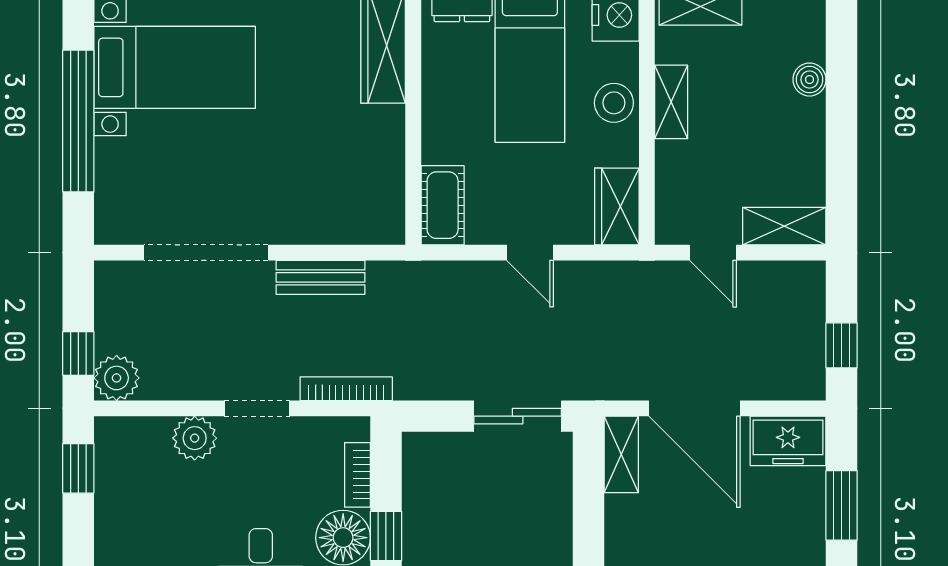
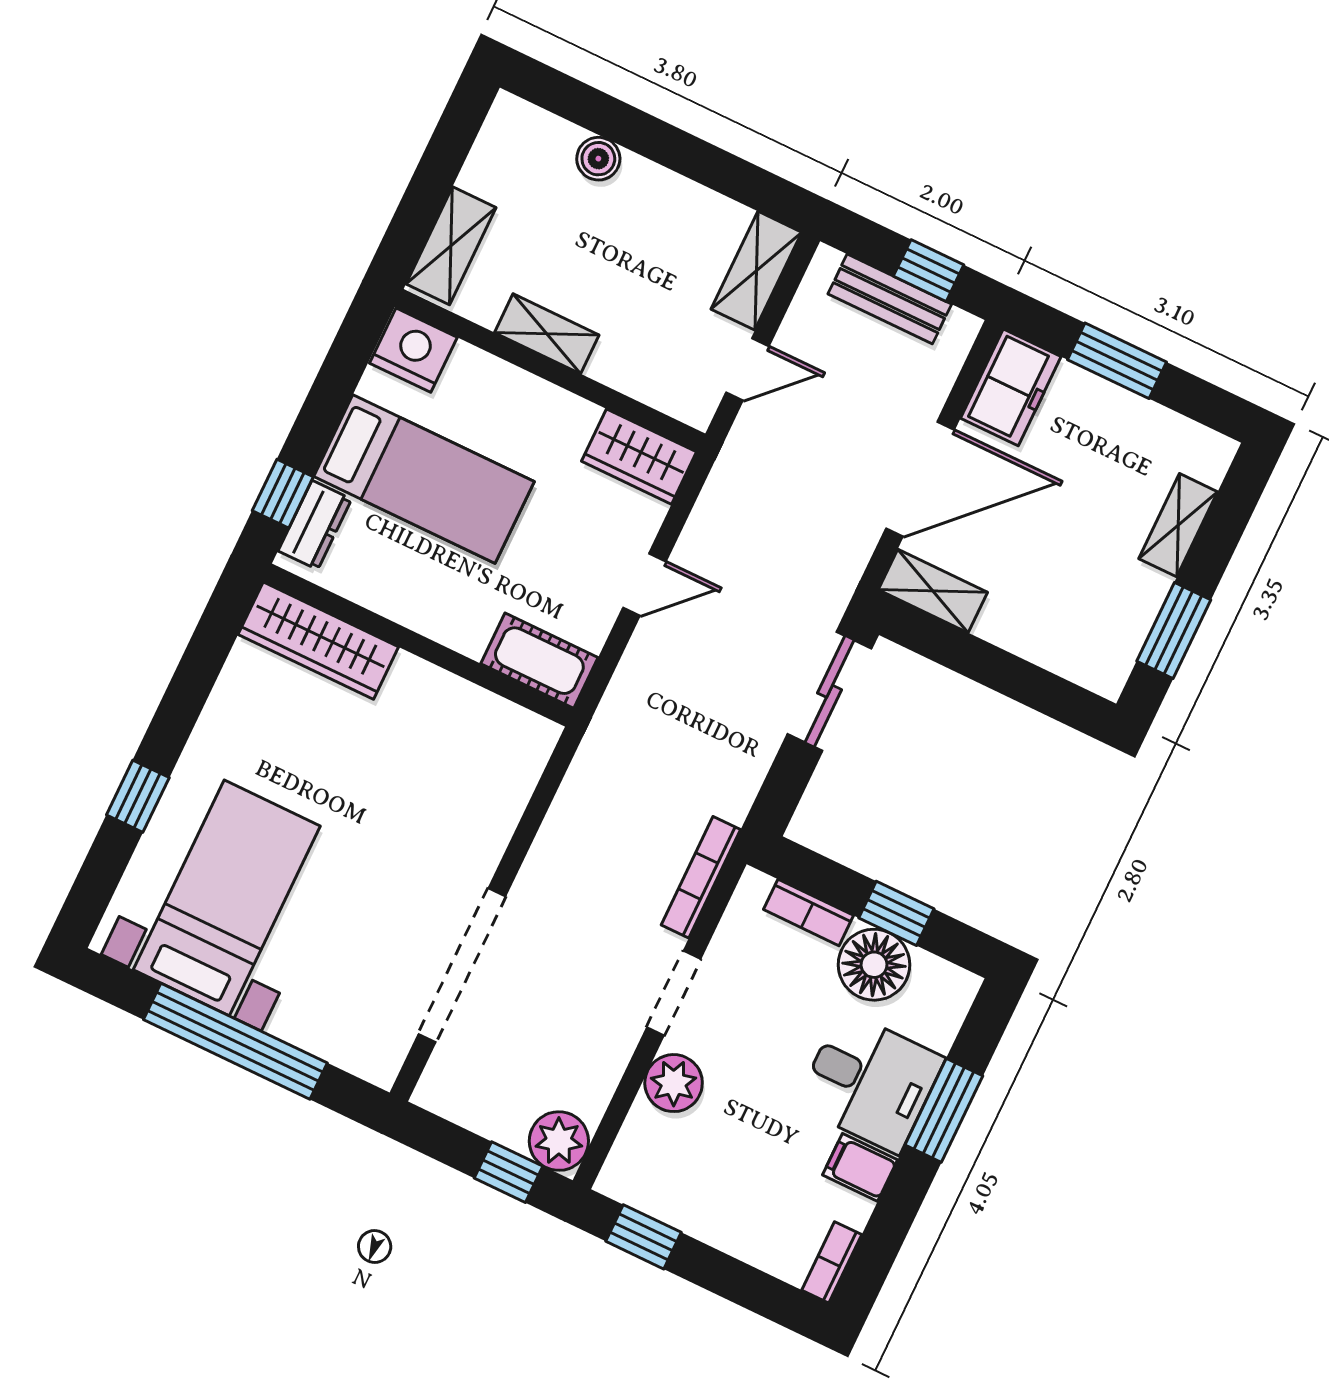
stool: (614, 103) -> (516, 402), removed
bench: (321, 277) -> (890, 299), moved, turned 90

